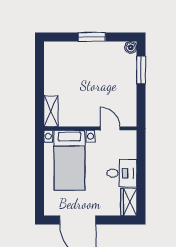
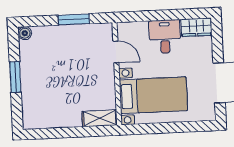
window: (141, 70) -> (74, 19), moved
door: (110, 128) -> (116, 52), swing flipped

